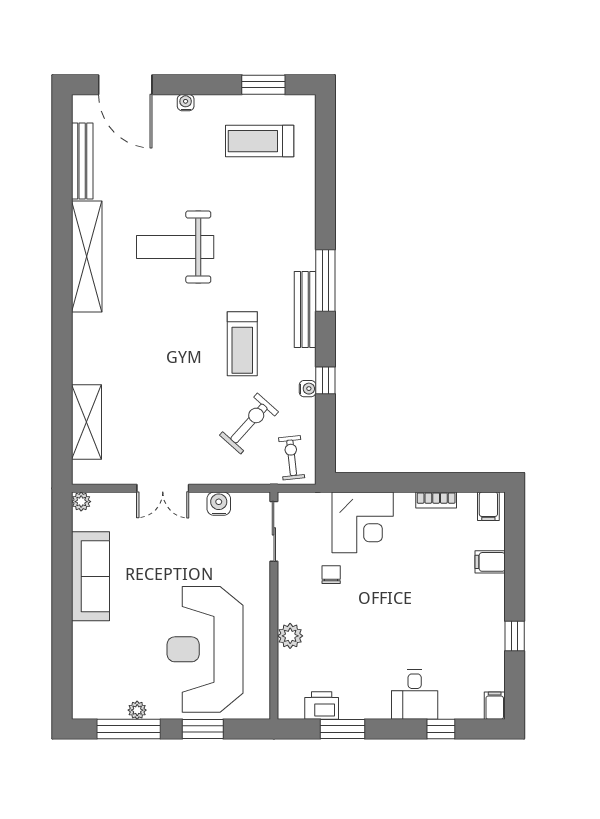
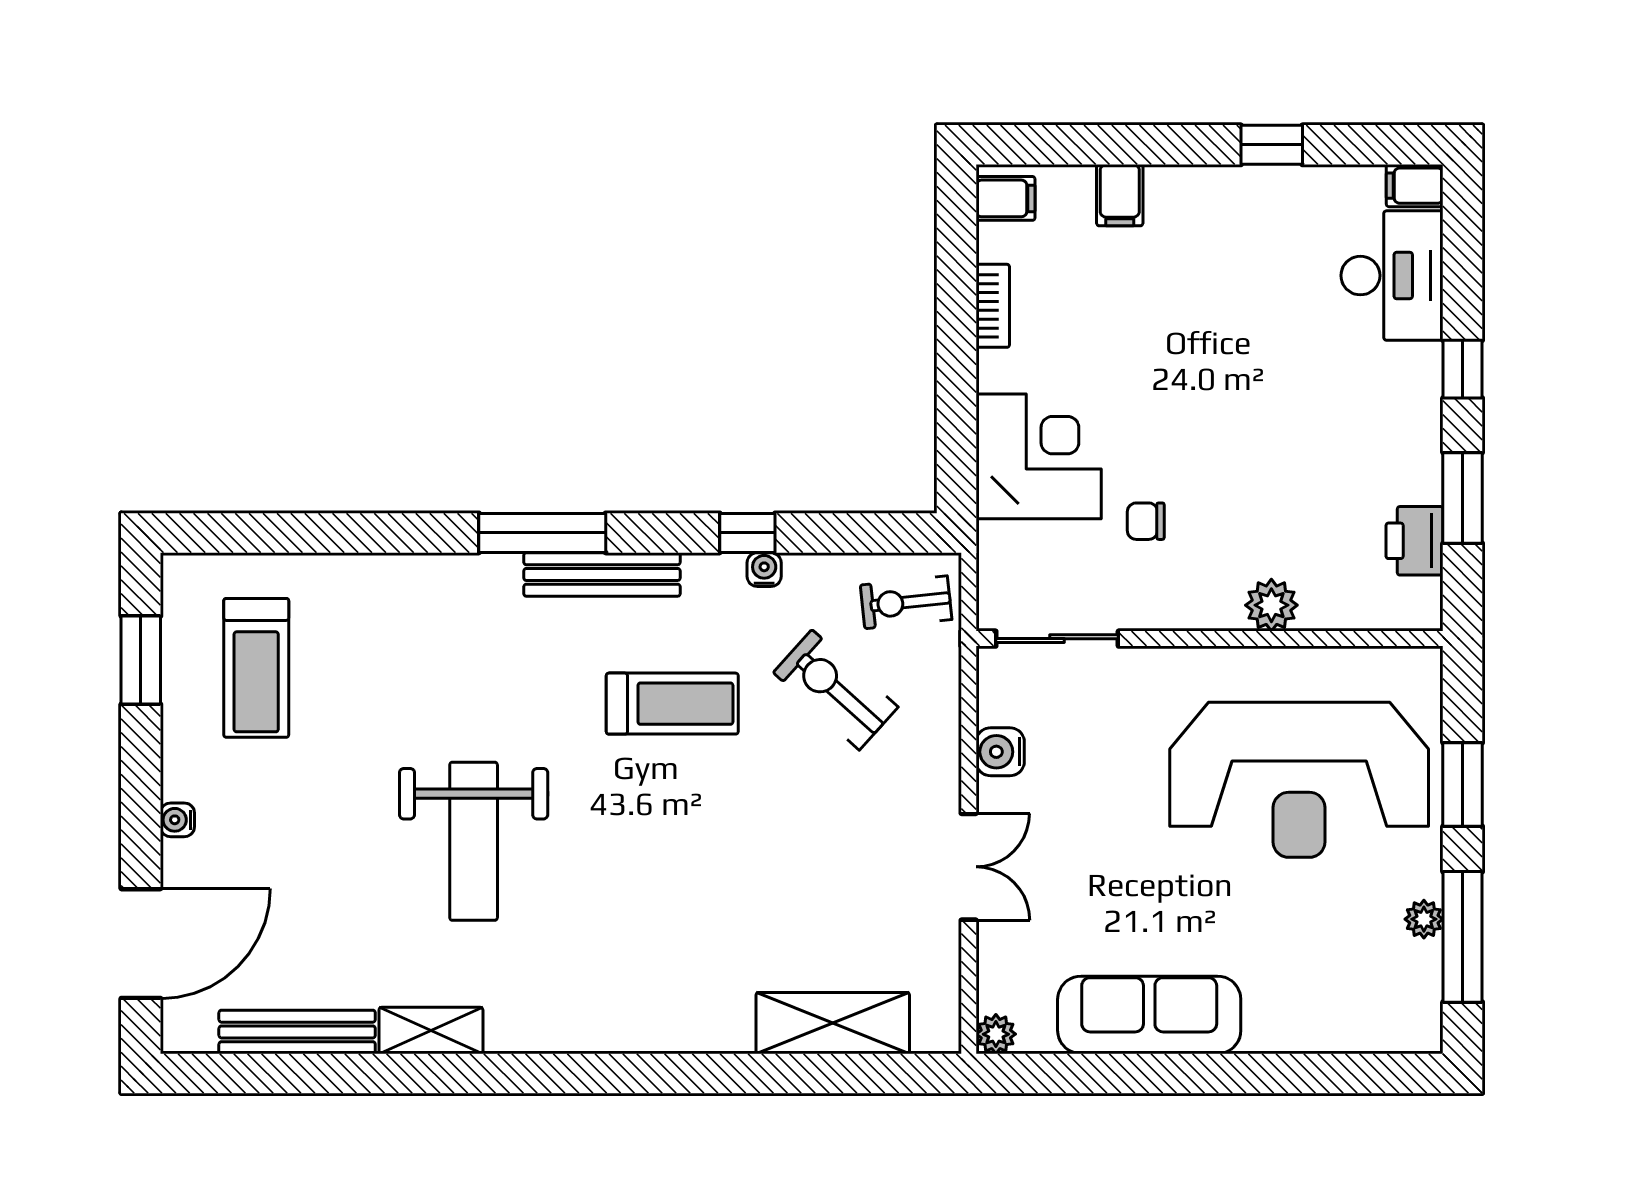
shelving: (87, 257) -> (431, 1030), width x0.45, depth x0.75
desk: (415, 695) -> (1392, 276), moved, width x1.37
window: (441, 729) -> (1463, 369), moved

